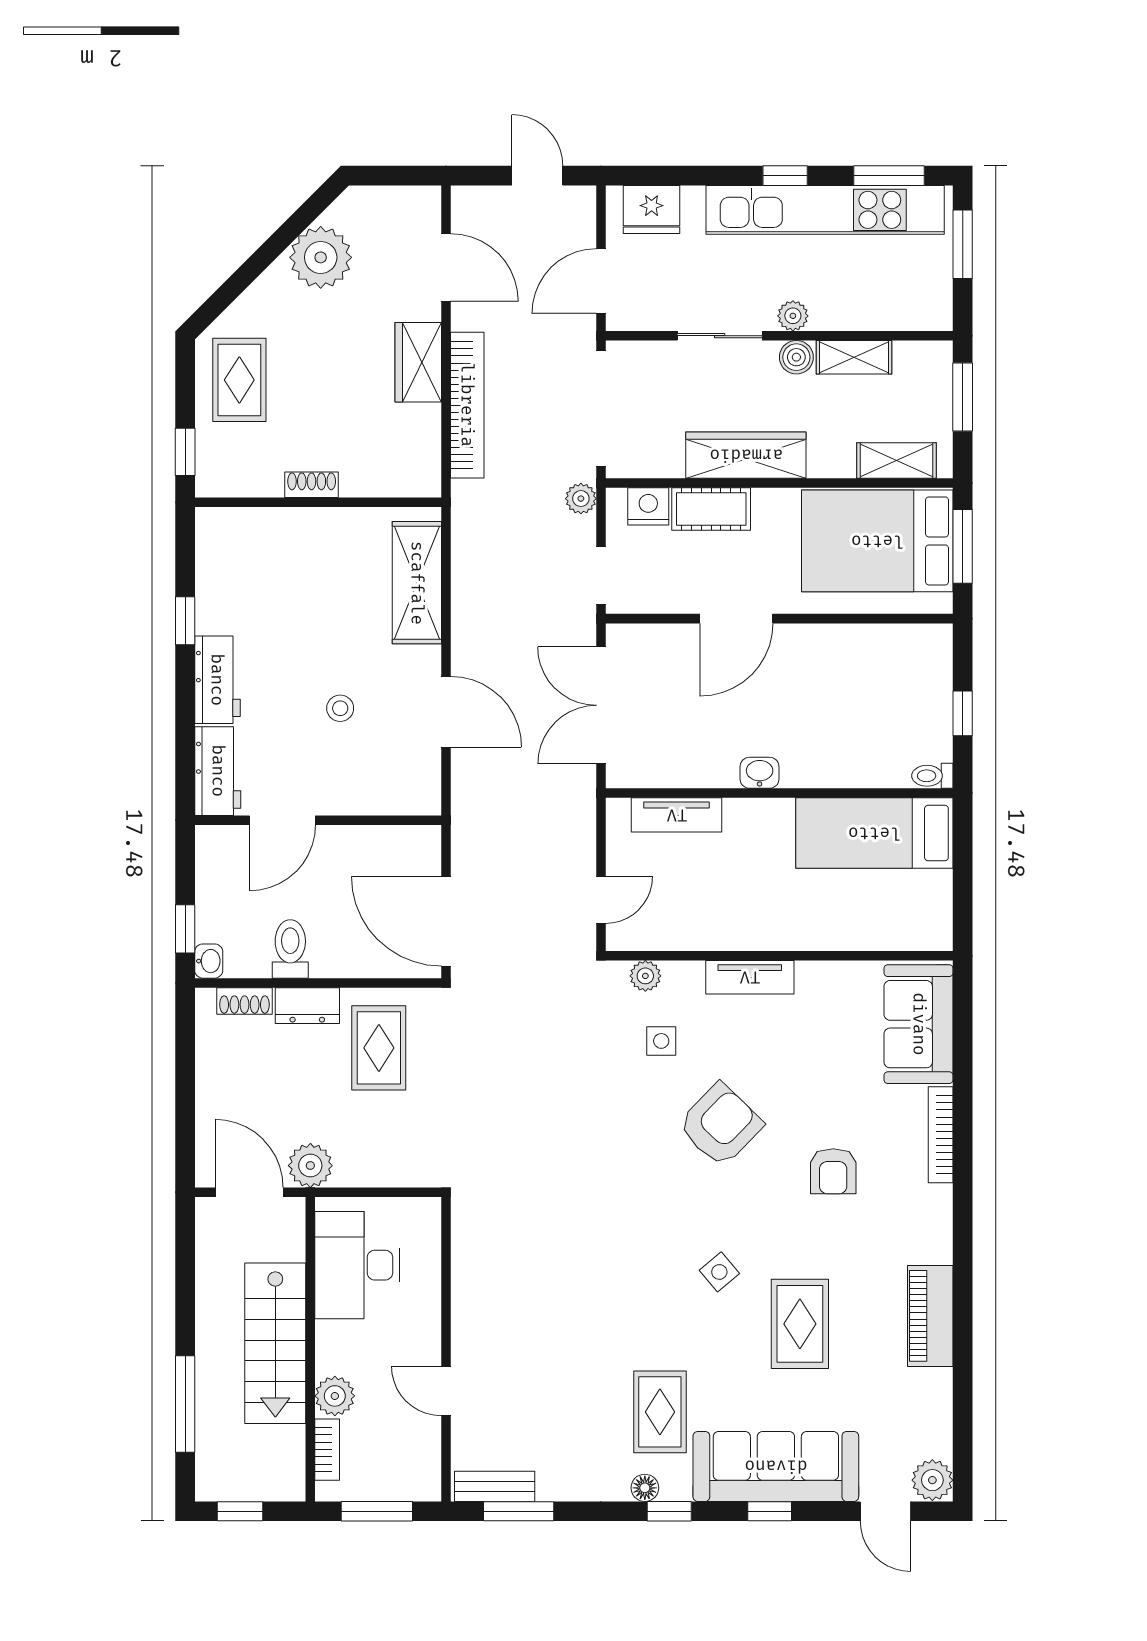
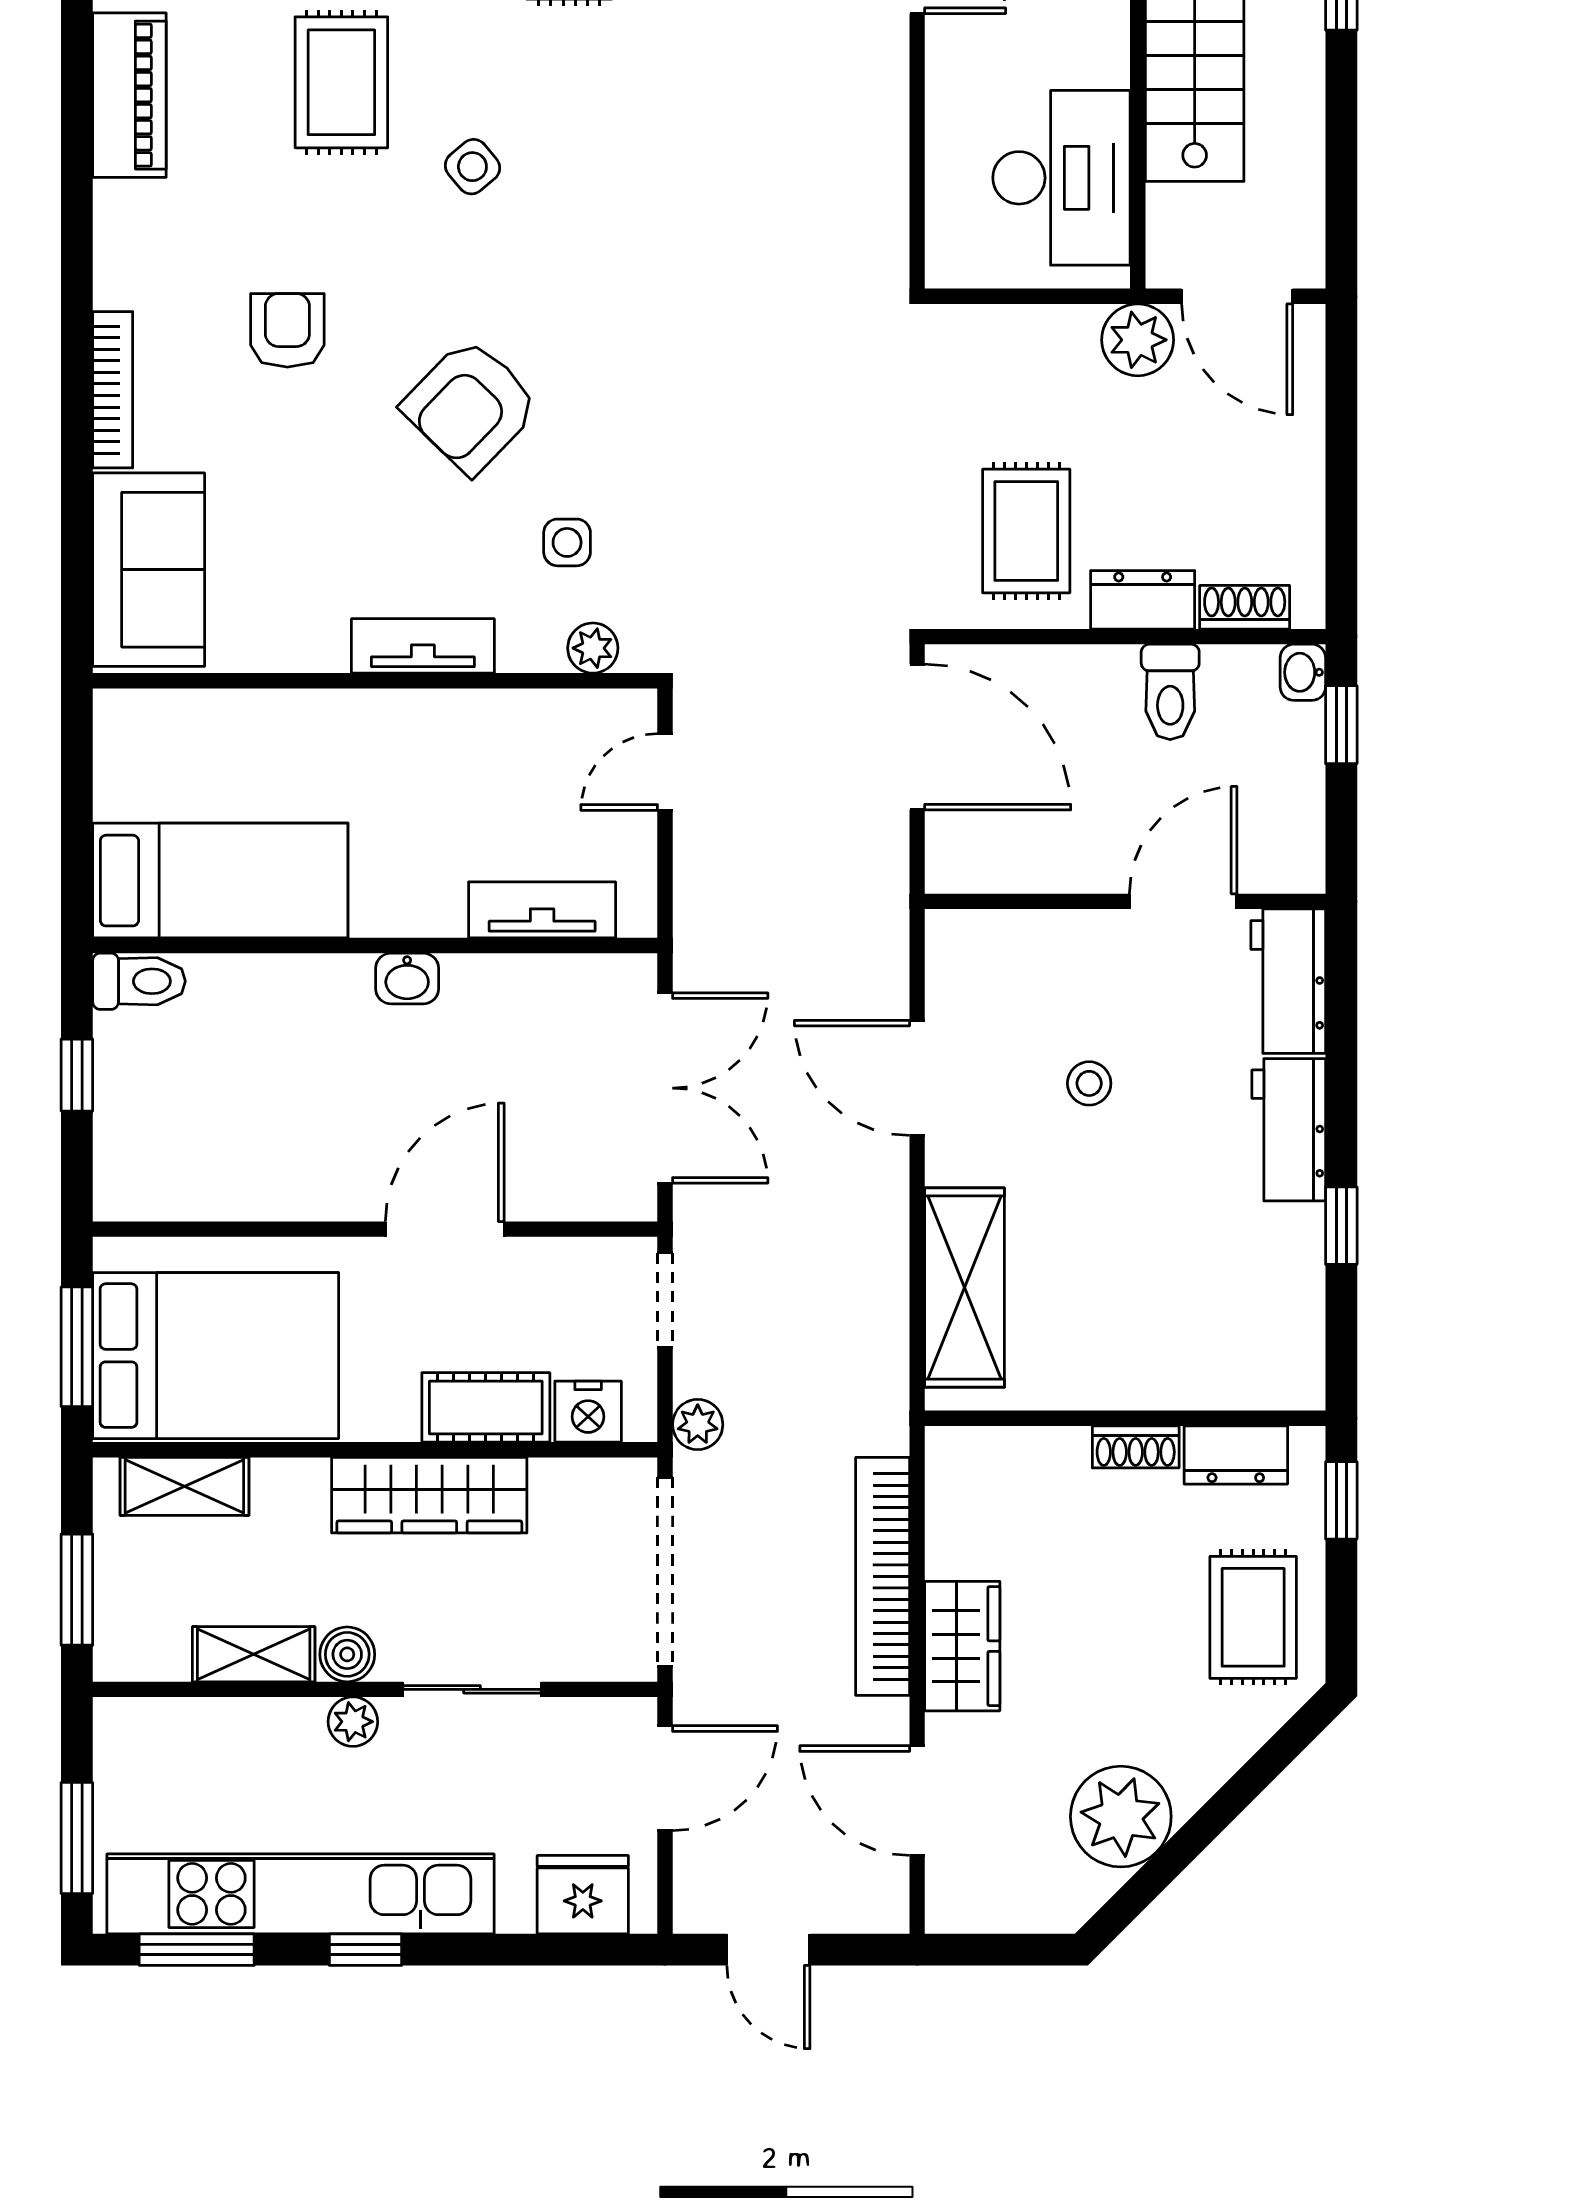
dresser: (250, 480) -> (1236, 1455), added
toilet: (932, 776) -> (139, 981), width x1.37, depth x1.39

